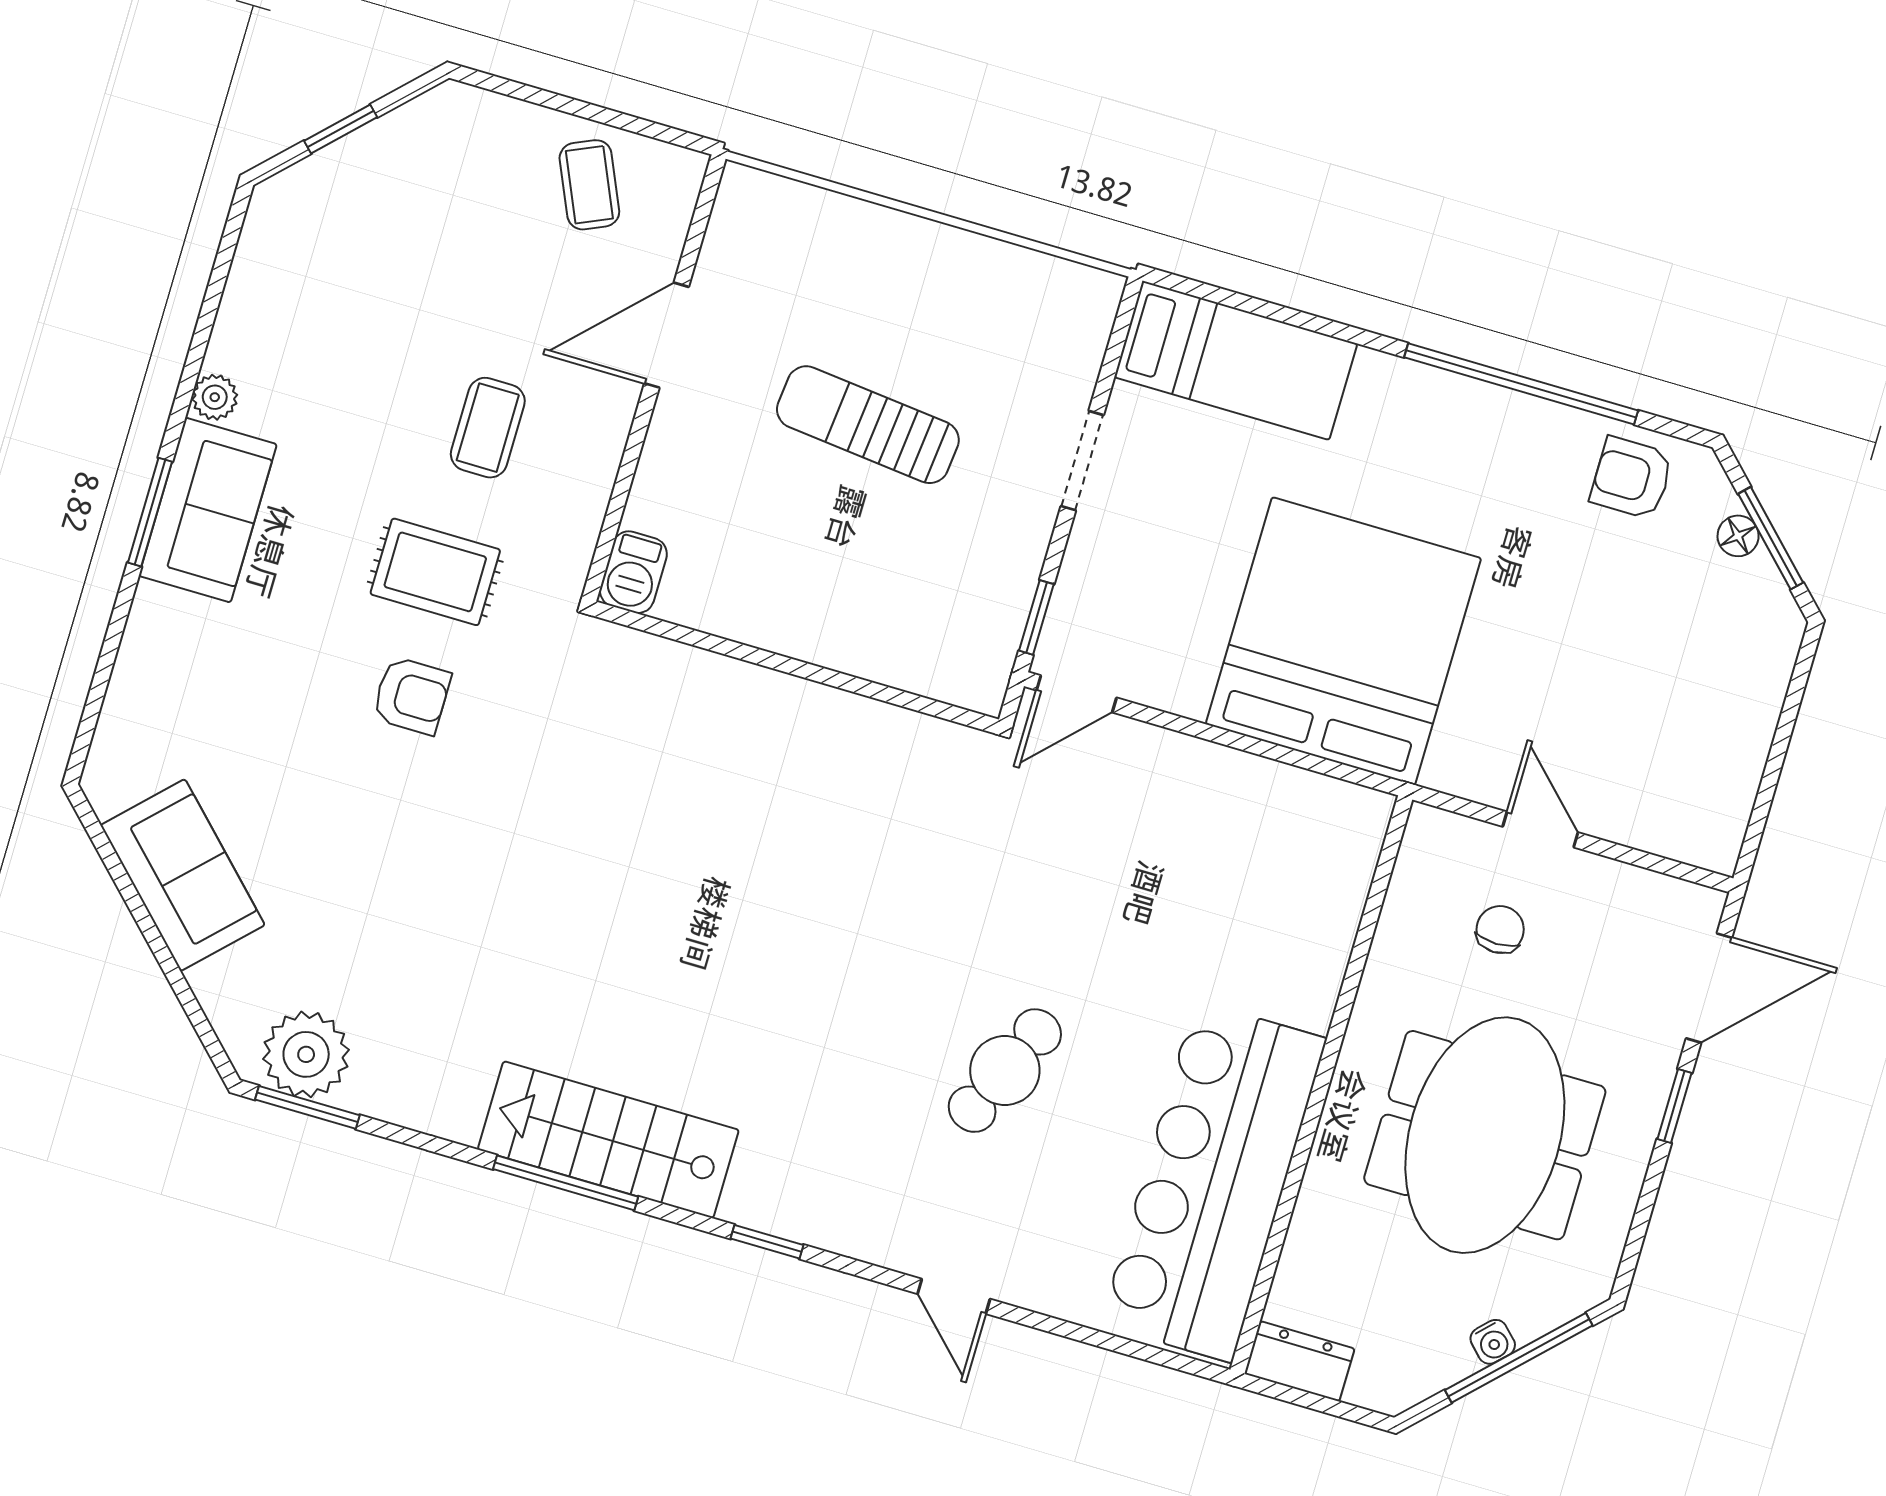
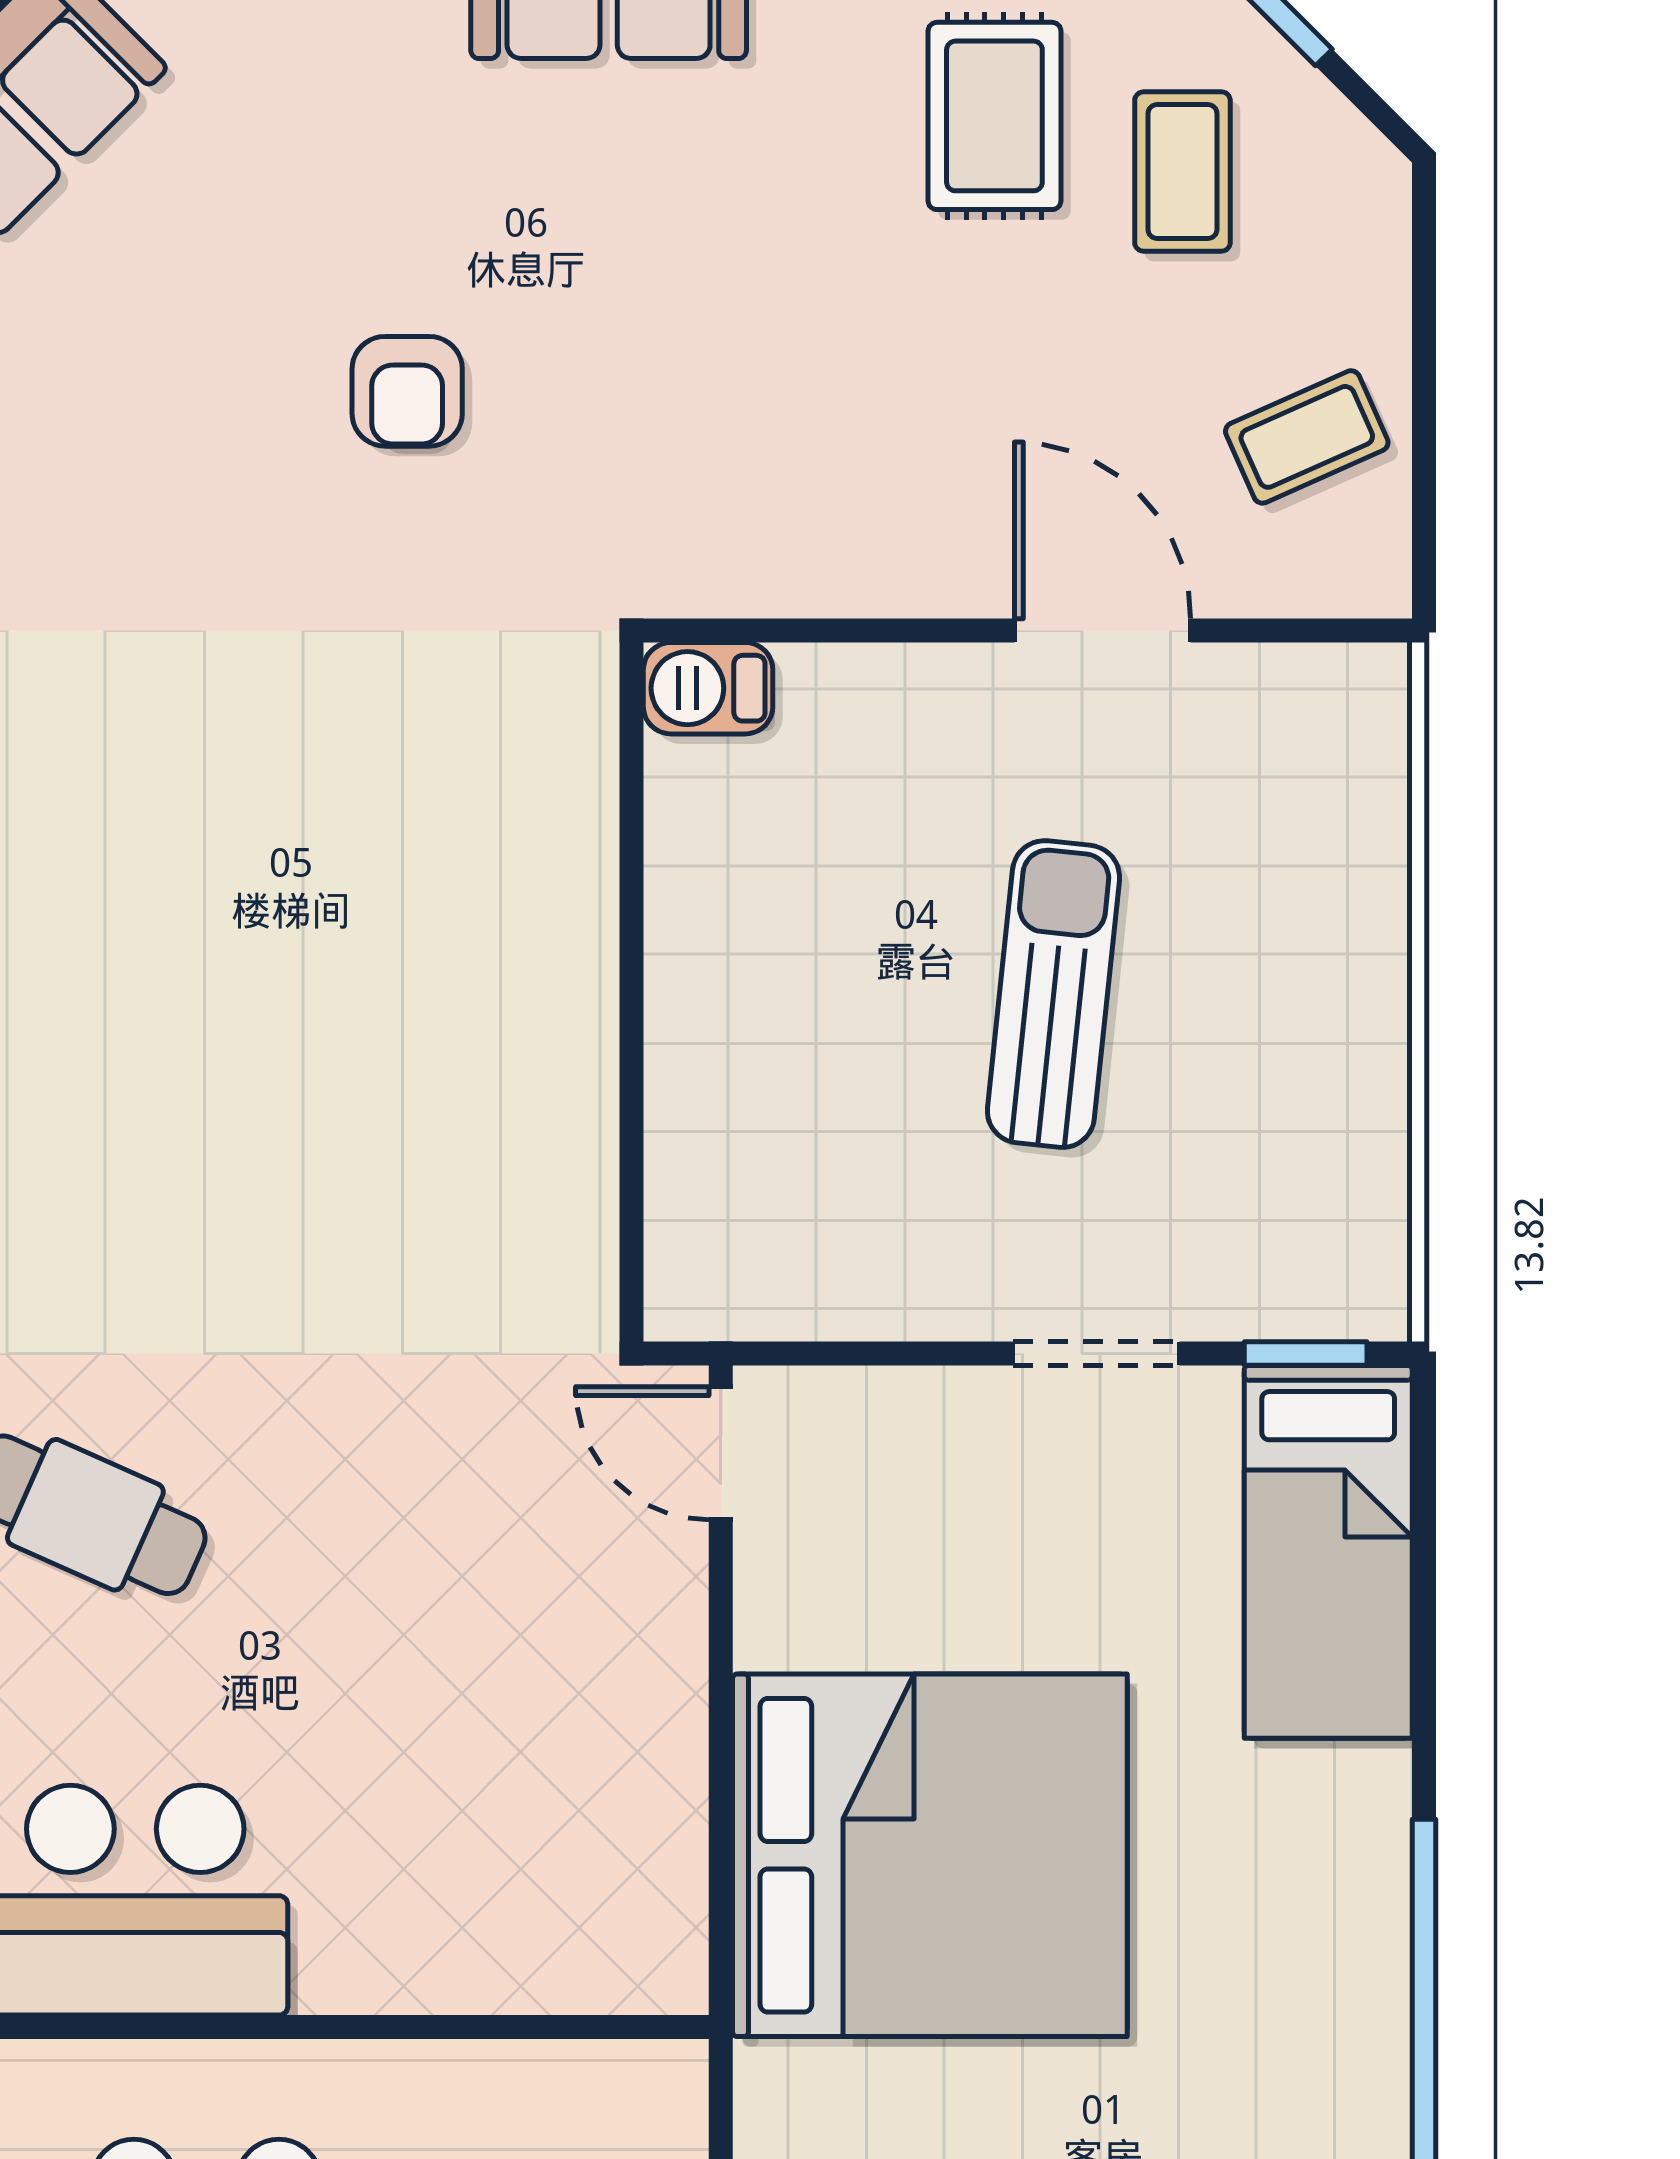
coffee table: (488, 428) -> (1182, 172), moved, turned 90
rug: (435, 572) -> (994, 116), moved
window: (1036, 617) -> (1306, 1353), moved

